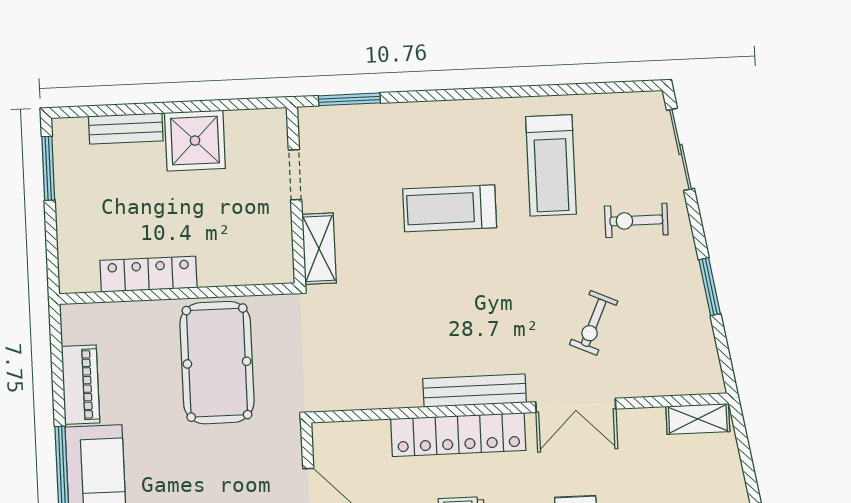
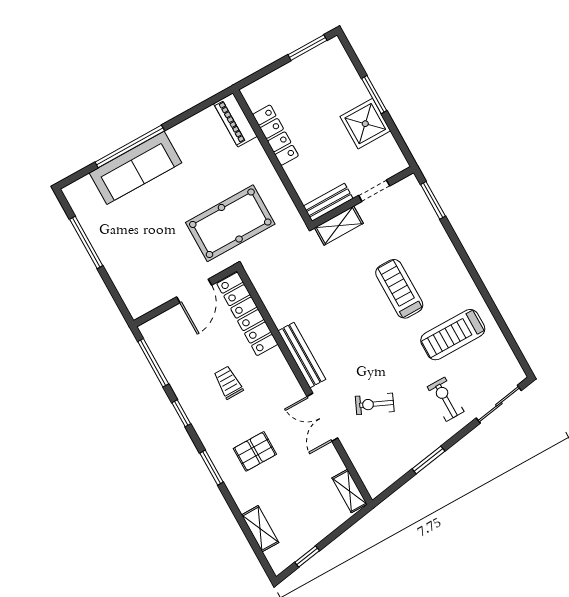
window: (160, 108) -> (374, 95), added
bench: (126, 129) -> (328, 202), moved, turned 90
pool table: (217, 363) -> (230, 223), moved
piano: (81, 385) -> (235, 120), moved, turned 90
locker: (458, 435) -> (247, 314), moved

